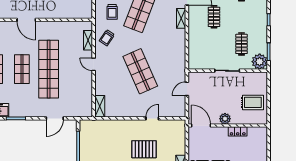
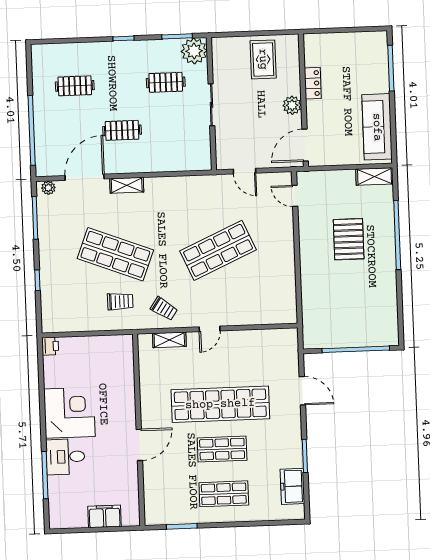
shelving: (100, 106) -> (279, 316), removed
door: (152, 118) -> (295, 196), moved

